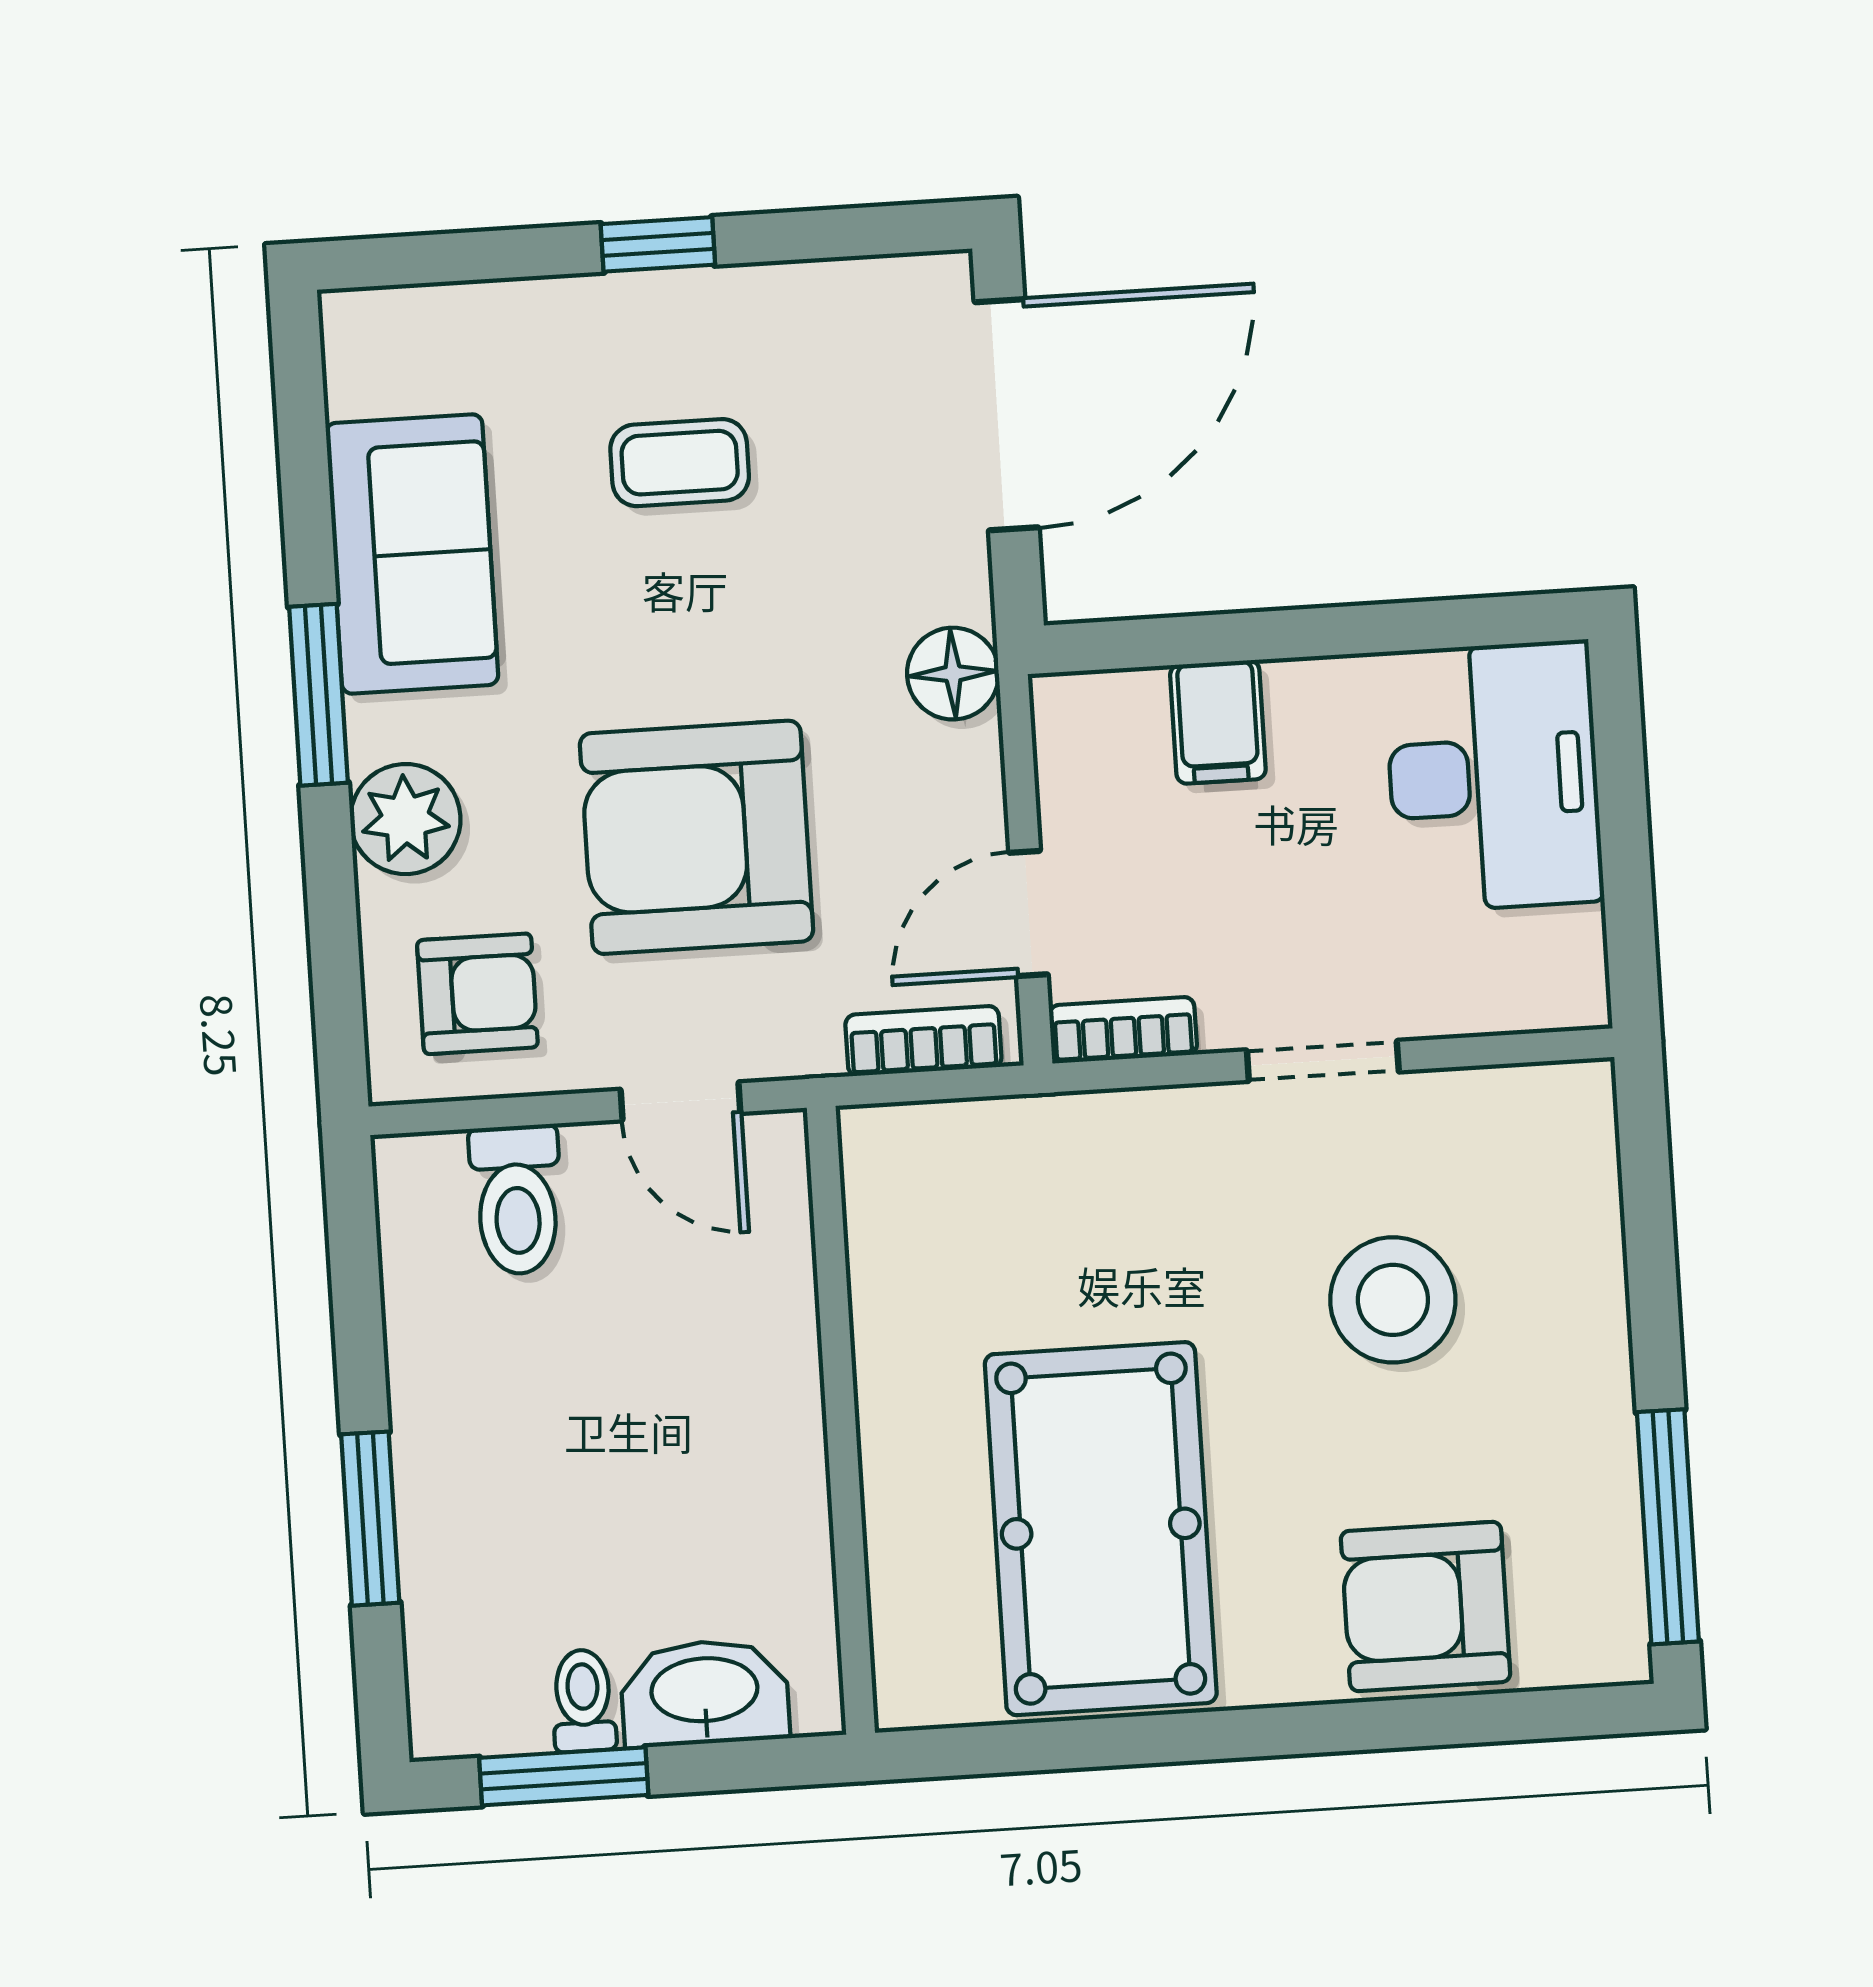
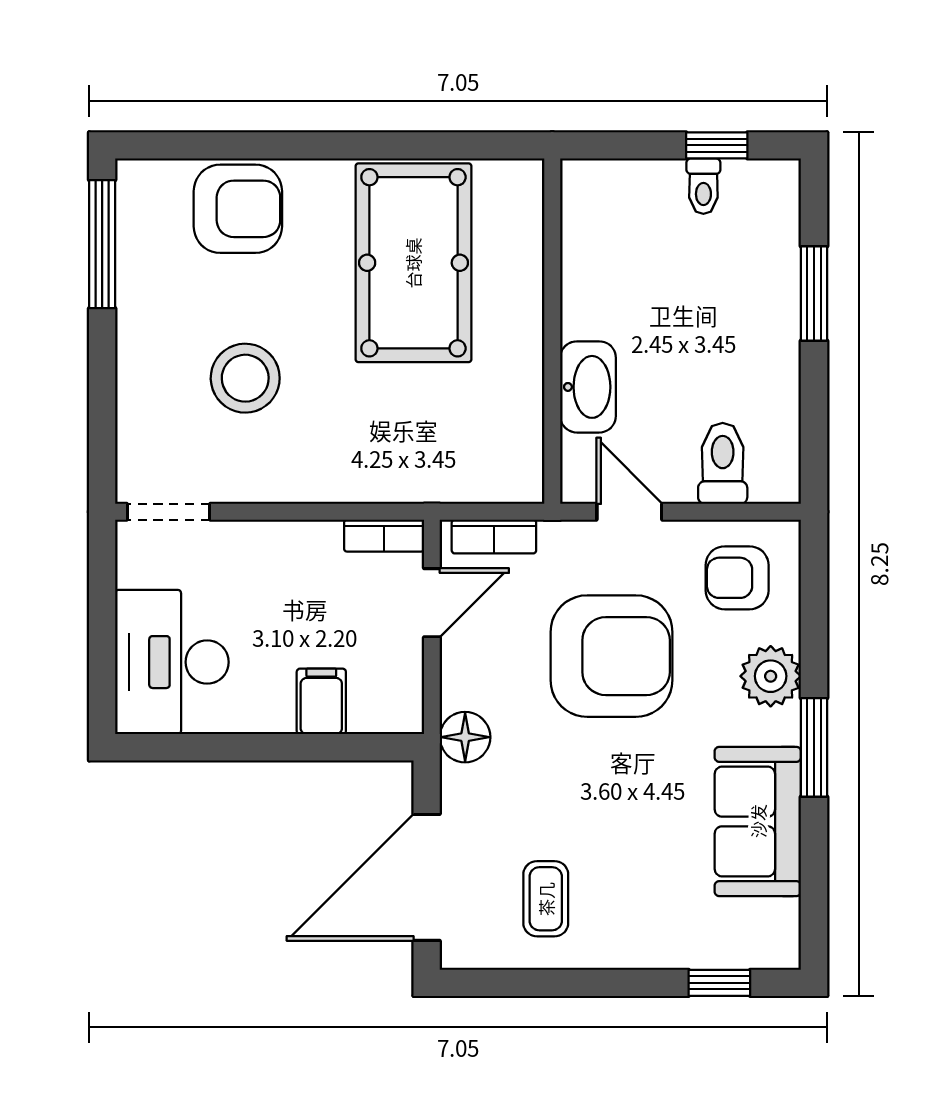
window: (658, 244) -> (719, 983), moved
coffee table: (680, 463) -> (546, 899), moved, turned 90
doorway: (1323, 1061) -> (168, 512), moved
washbasin: (705, 1693) -> (588, 387), moved, turned -90
window: (564, 1776) -> (717, 145), width x0.67

